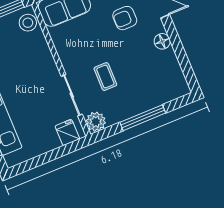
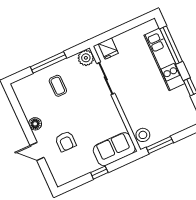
armchair: (125, 18) -> (66, 141), turned 90
coffee table: (105, 77) -> (58, 86), moved

